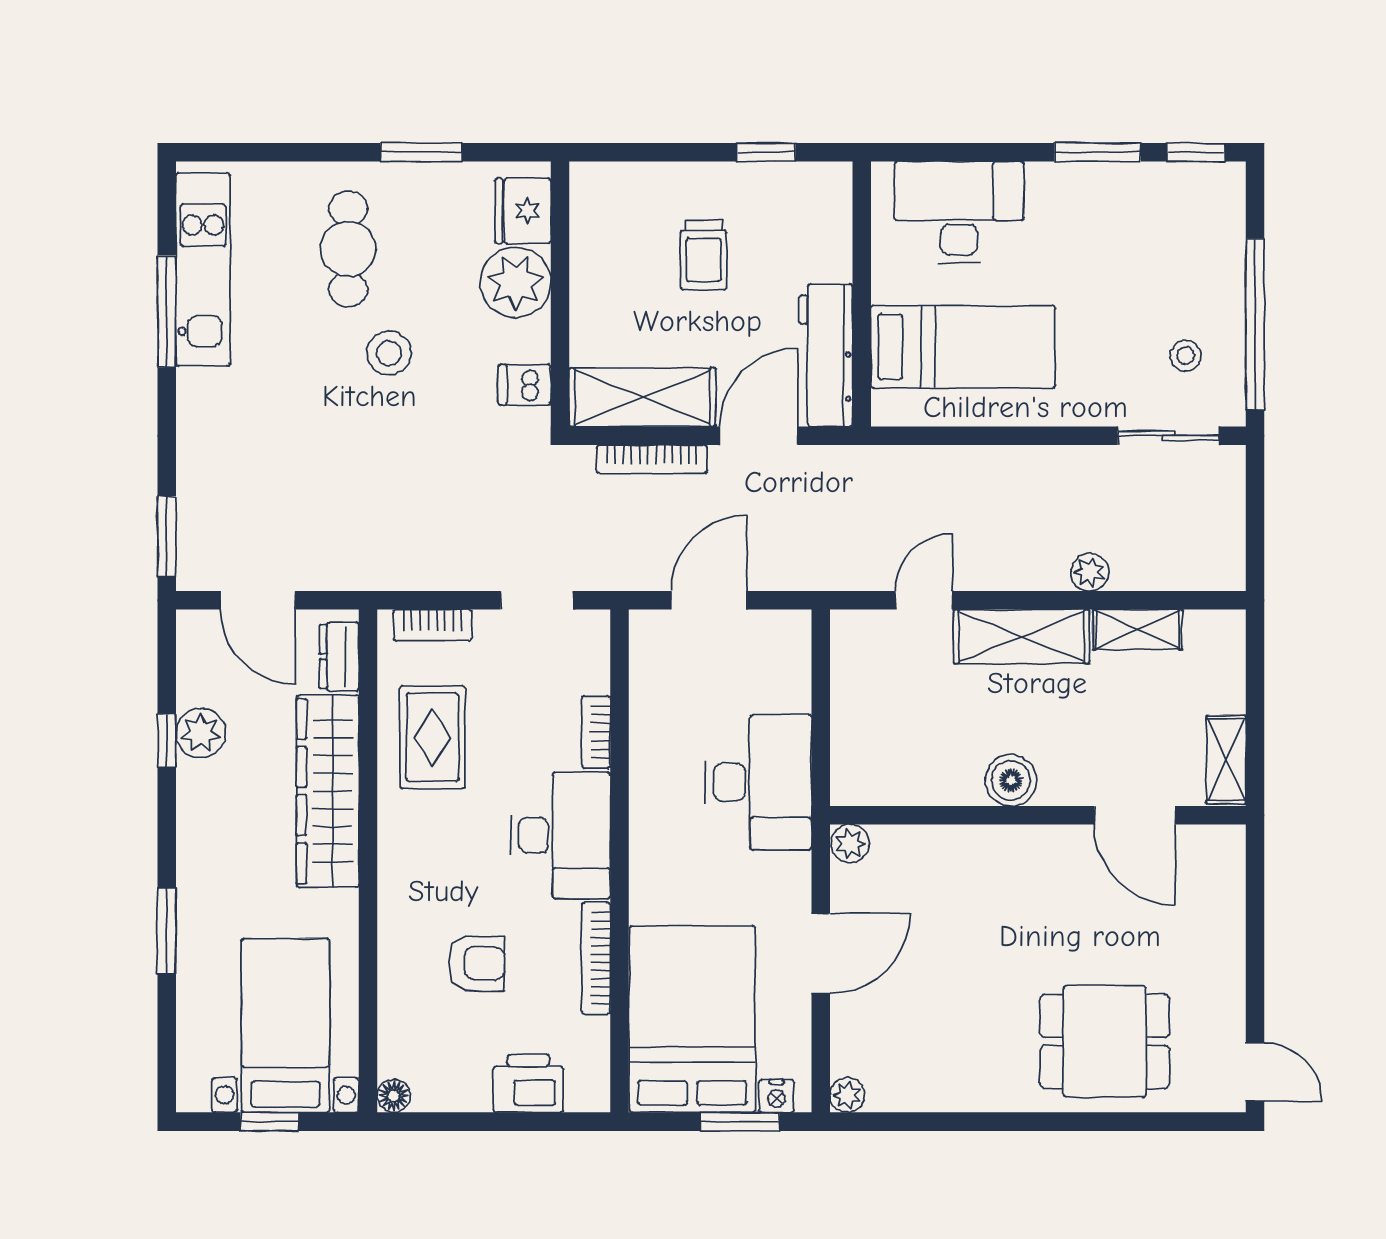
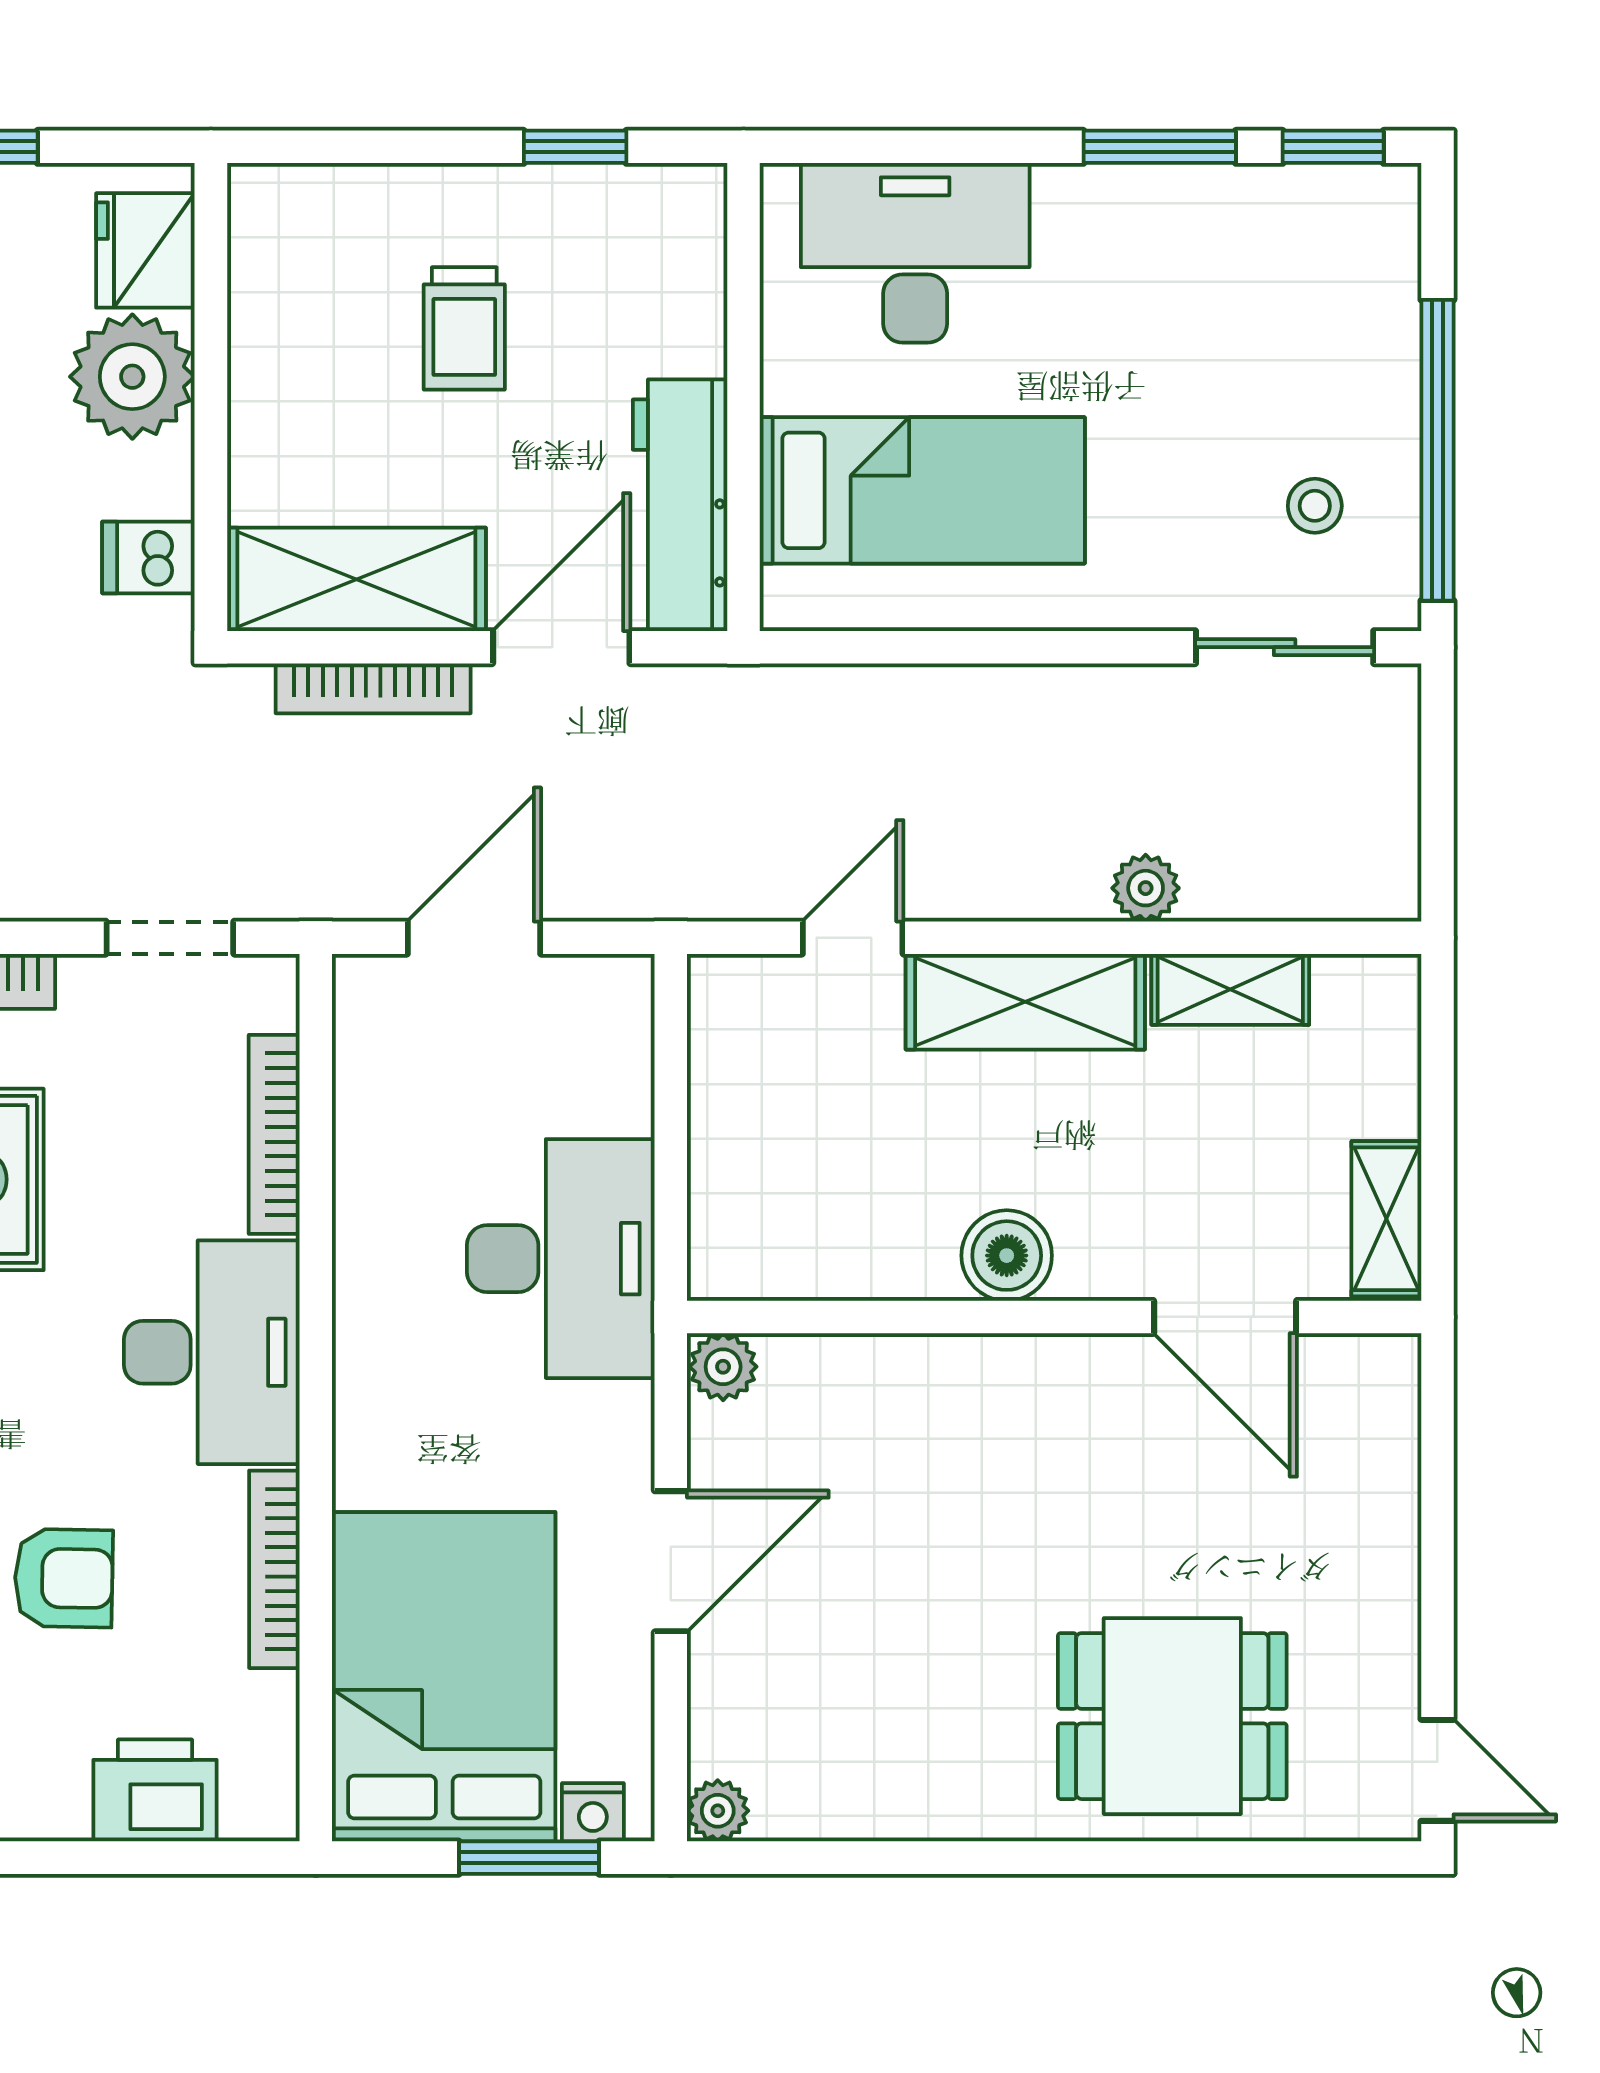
bookcase: (596, 732) -> (274, 1134), width x1.56

